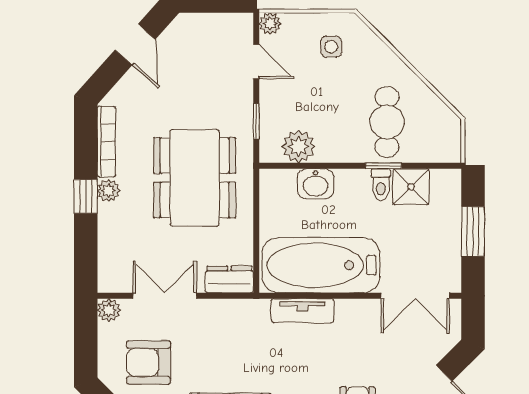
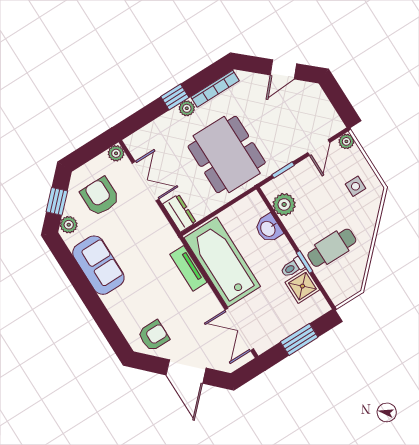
dining table: (195, 178) -> (227, 155), turned 90

